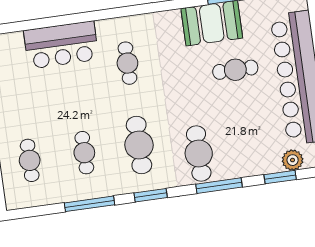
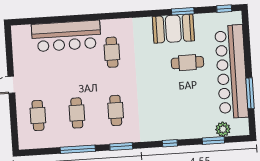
bar counter: (61, 45) -> (66, 36), width x1.36
cafe table: (139, 145) -> (116, 110), width x0.73, depth x0.74
cafe table: (199, 154) -> (157, 120), removed
window: (219, 186) -> (170, 143), width x0.46

